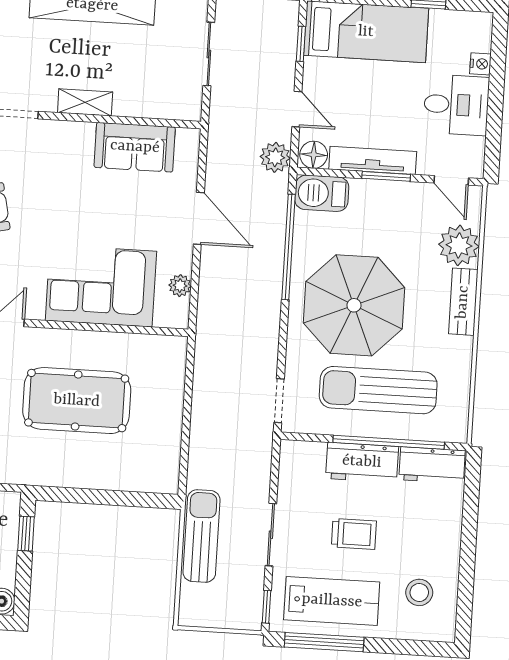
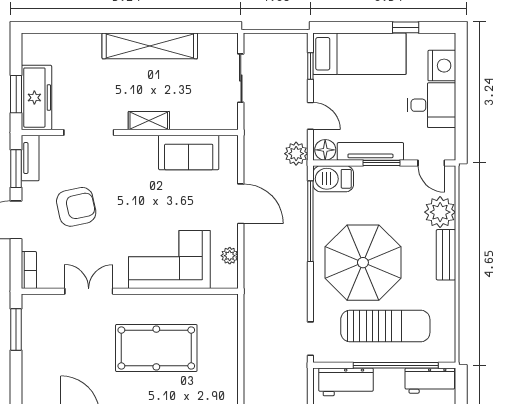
nightstand: (480, 64) -> (442, 66), width x1.89, depth x1.79
sun lounger: (378, 390) -> (385, 326), turned 180
workbench: (362, 462) -> (346, 382), moved

